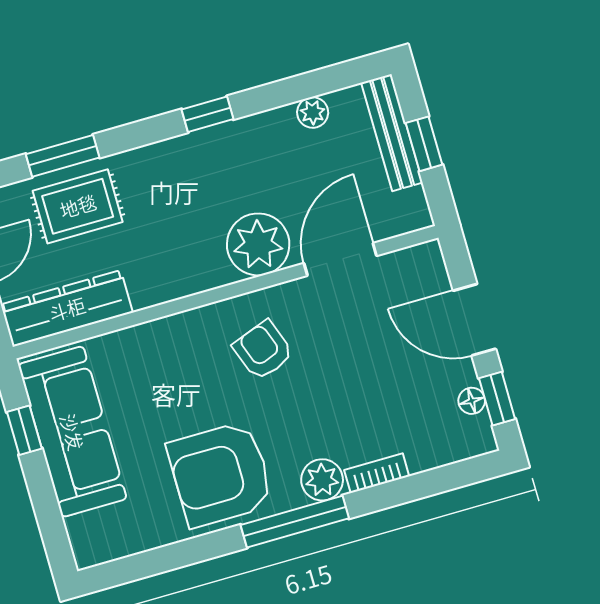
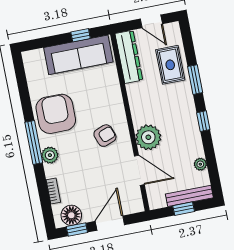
window: (63, 156) -> (195, 80), moved
floor lamp: (472, 401) -> (71, 215), width x1.89, depth x1.89
bookcase: (377, 473) -> (53, 191), moved

